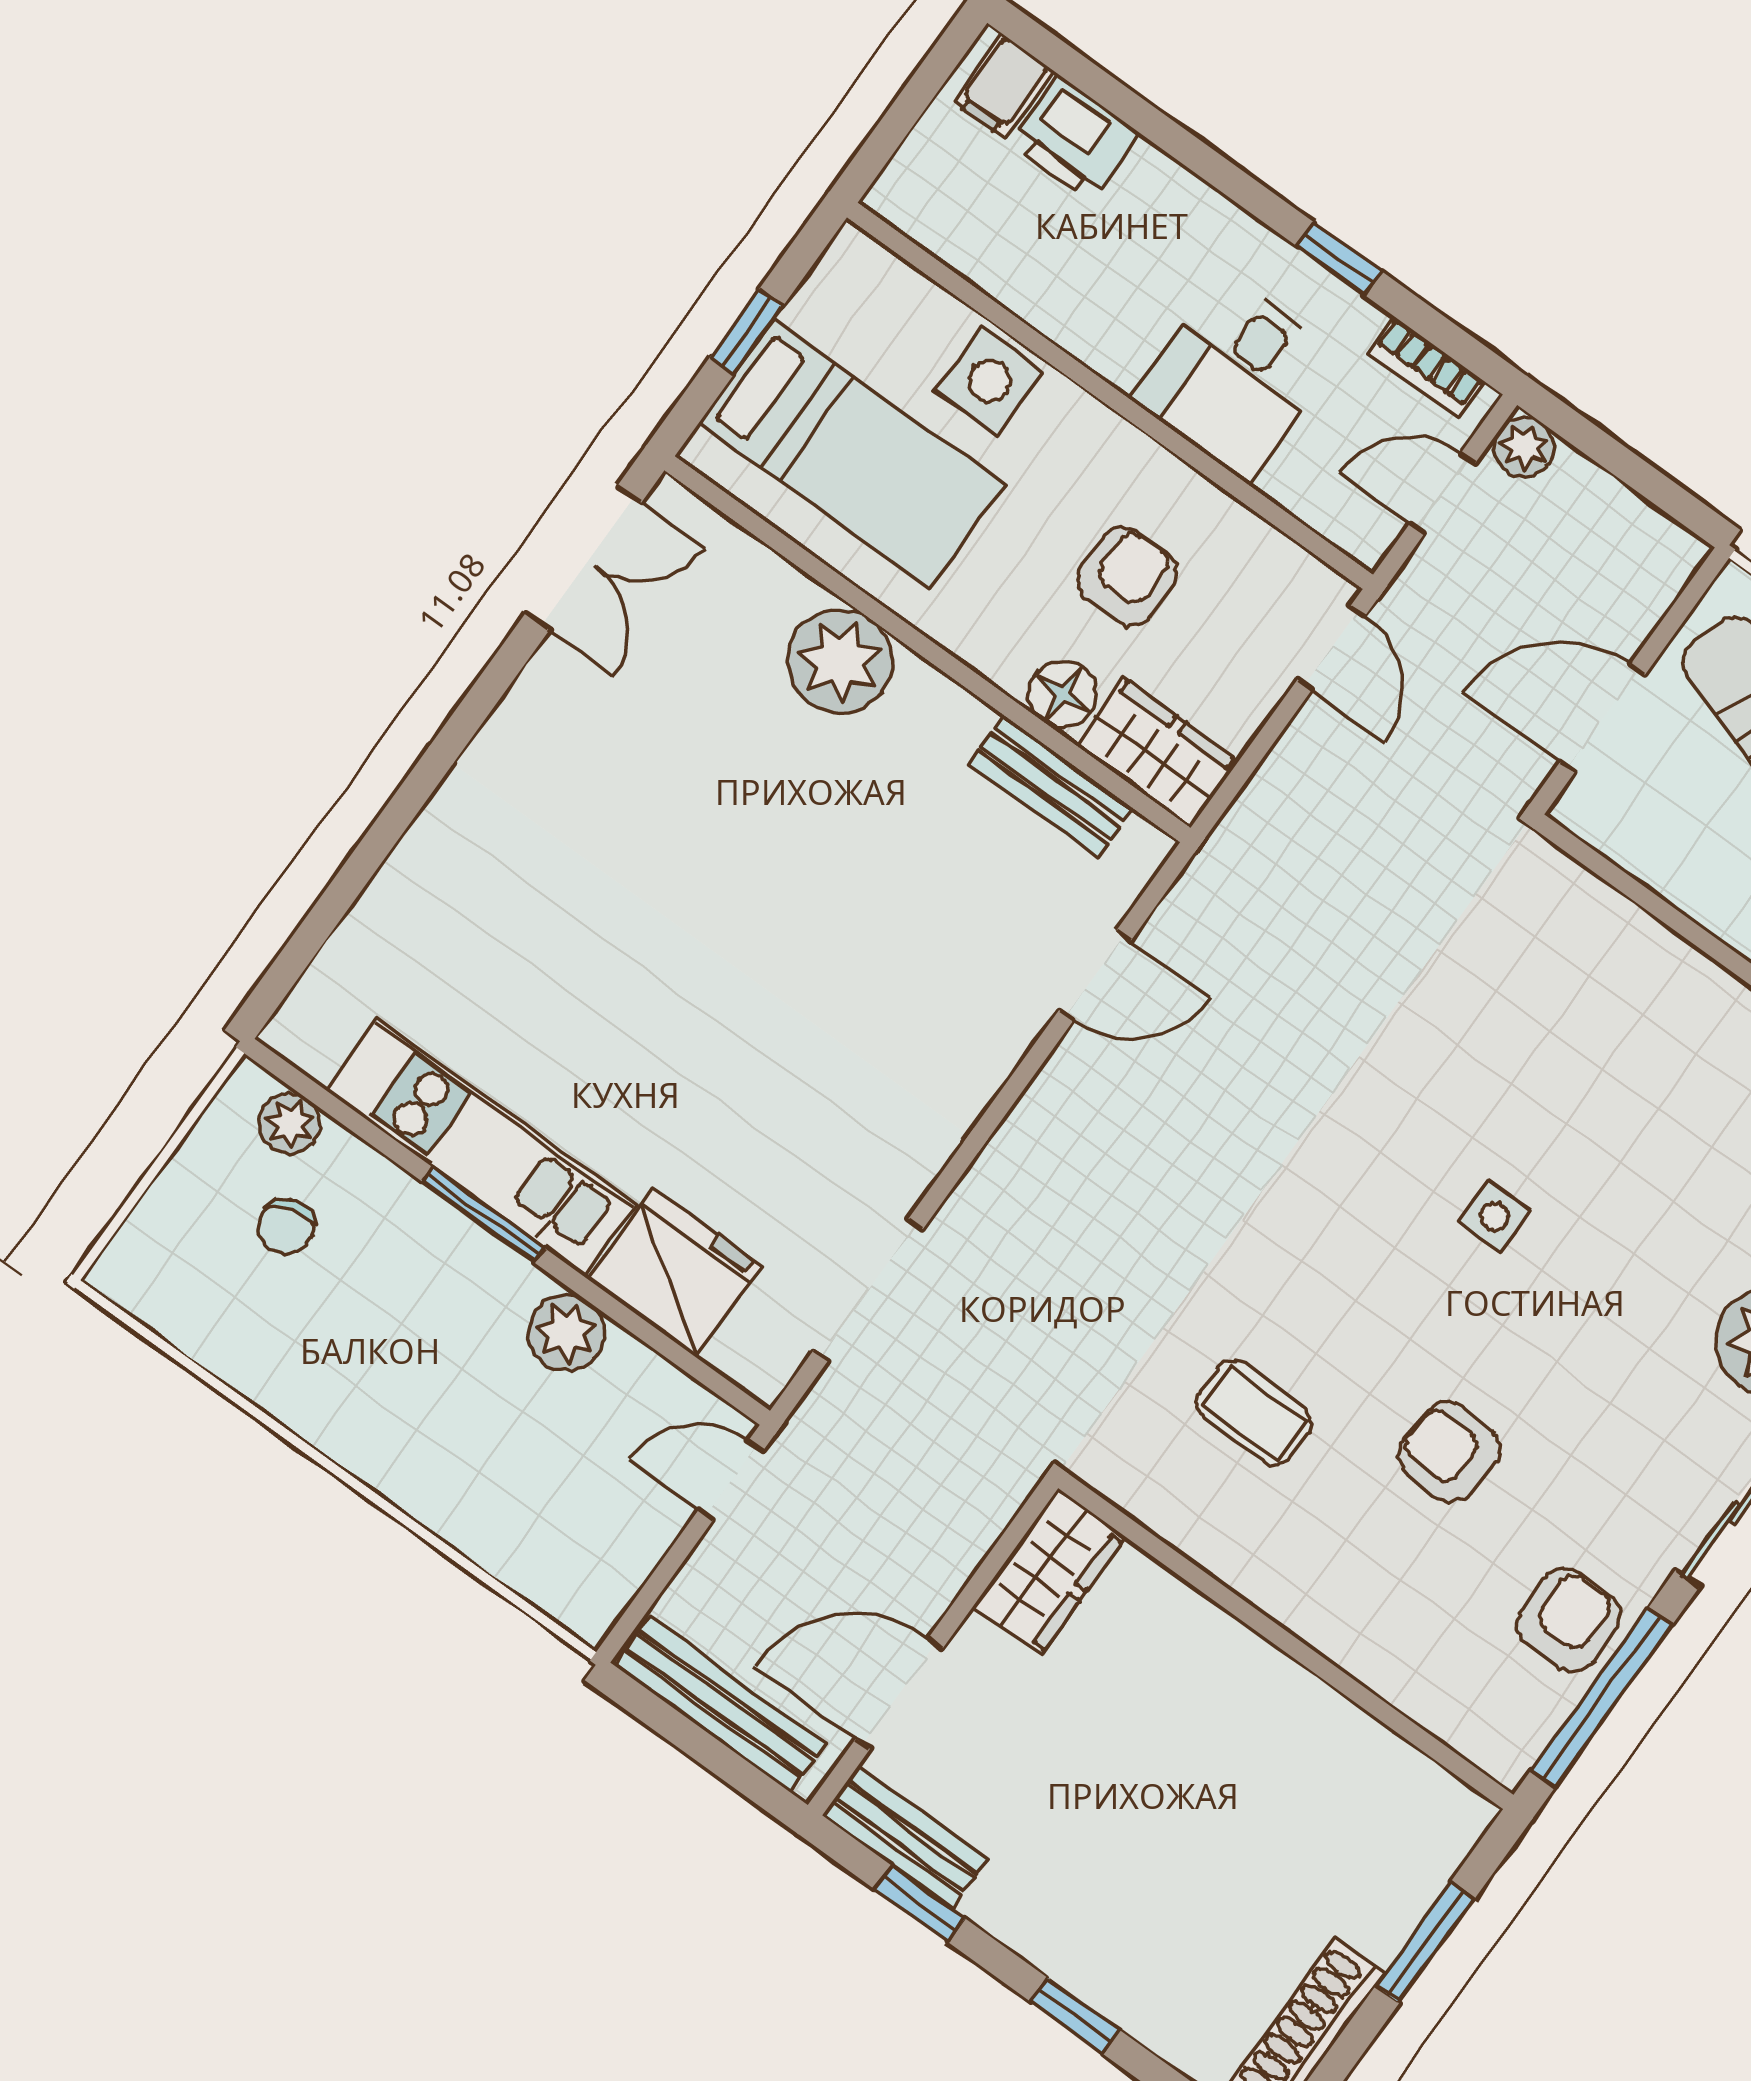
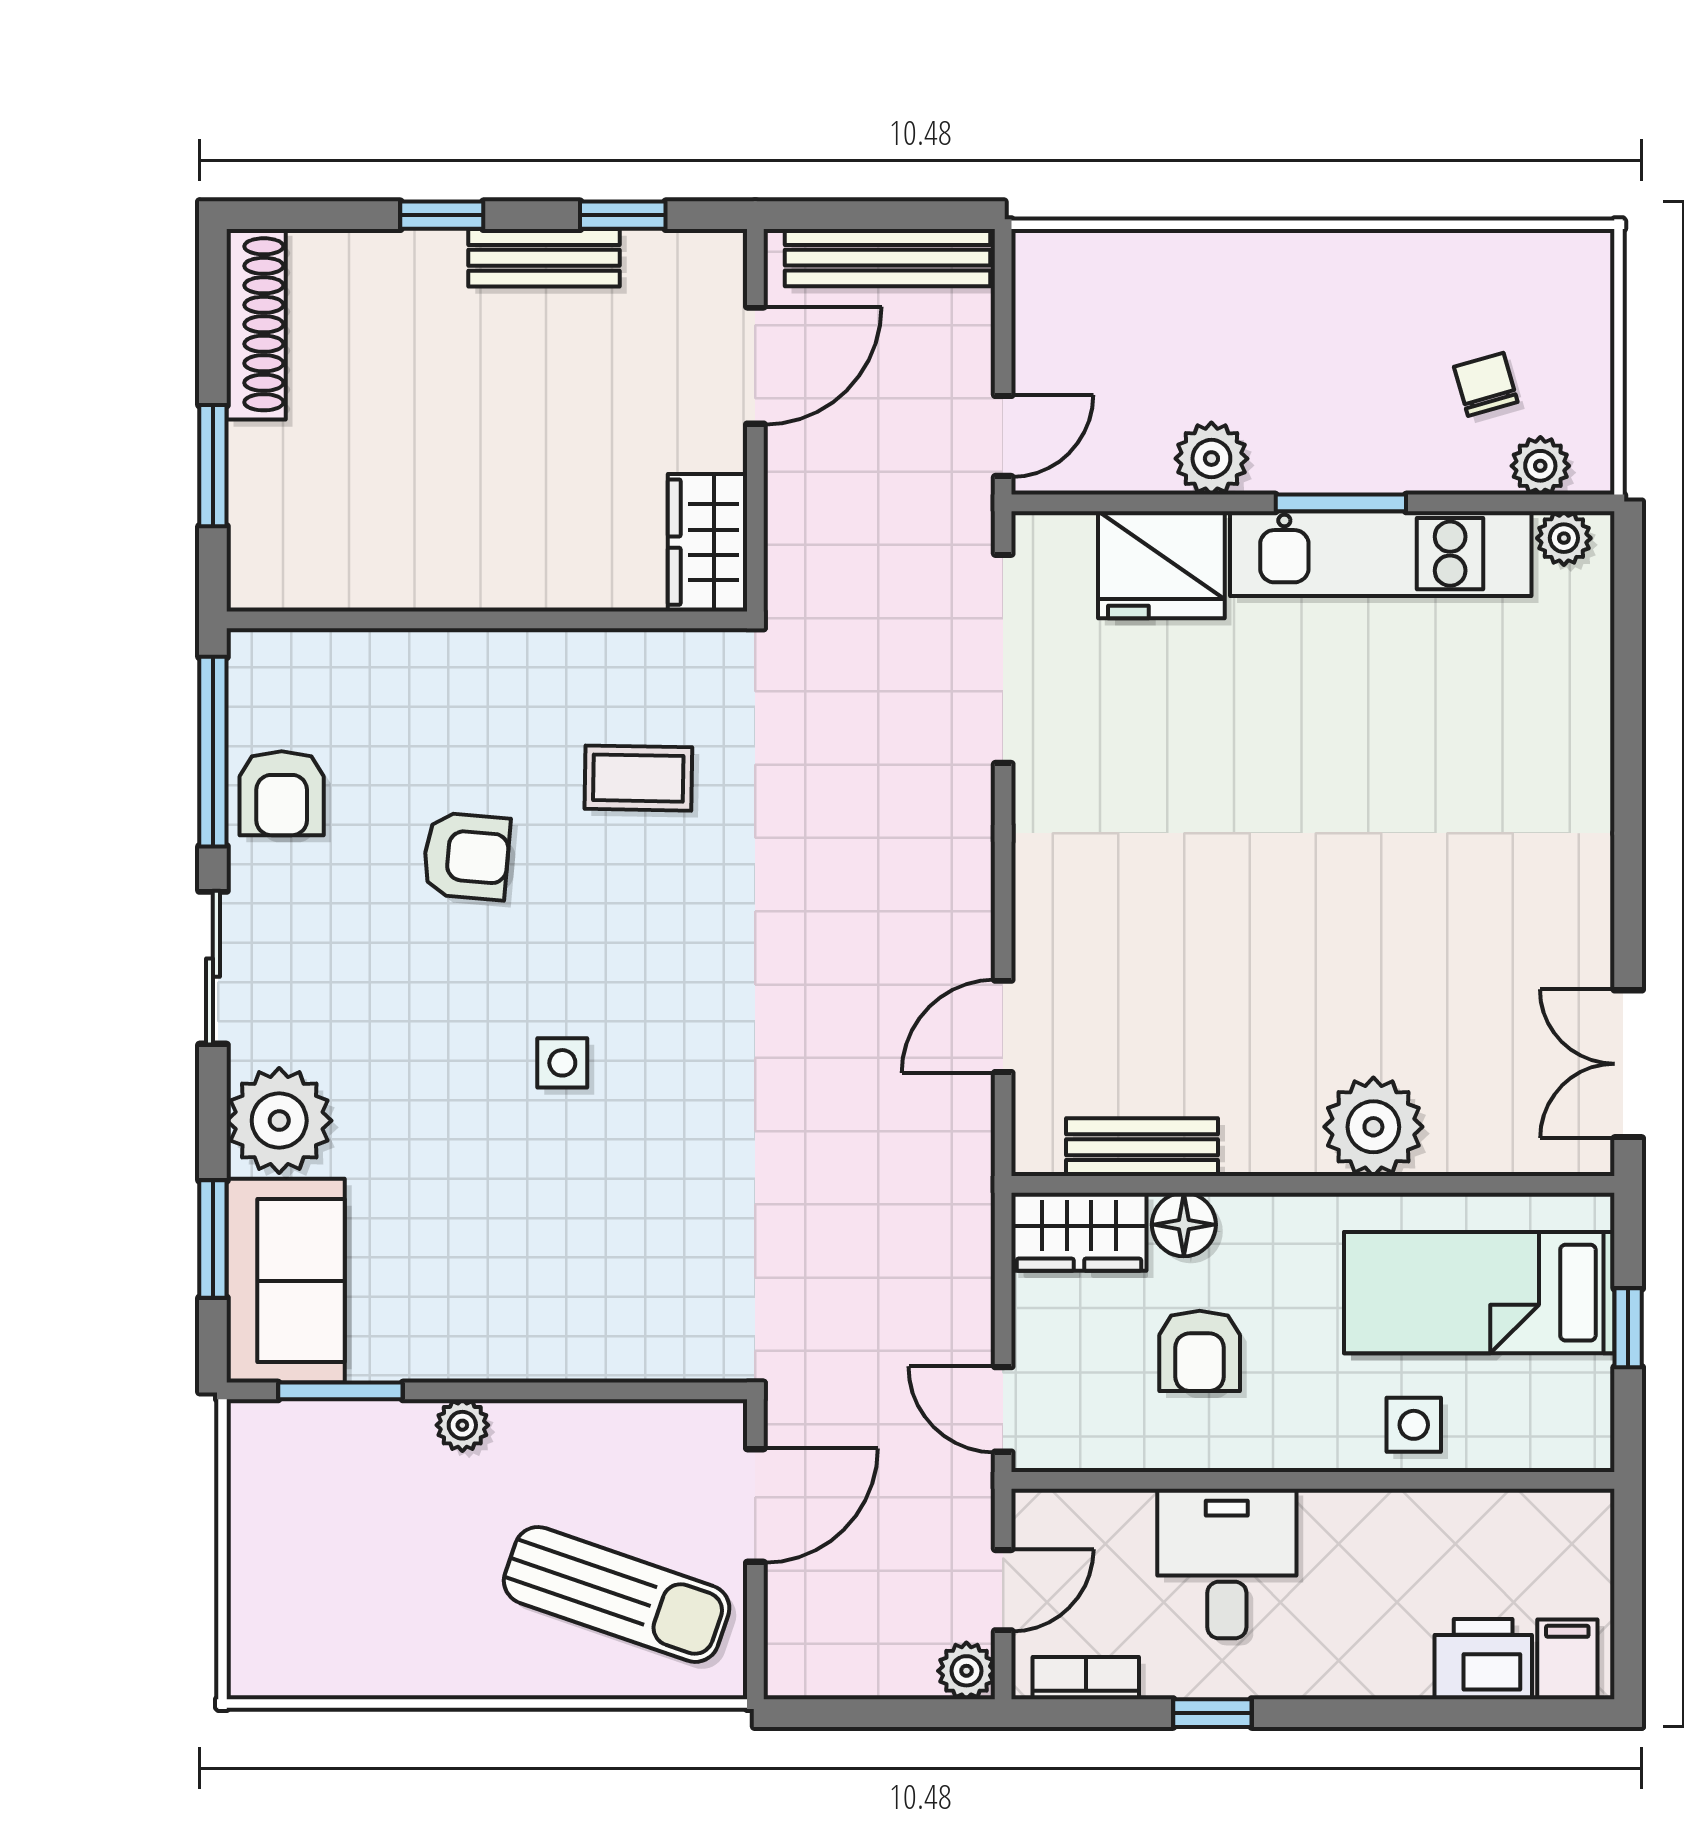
side table: (990, 381) -> (1414, 1425), width x0.73, depth x0.73
plant: (314, 1047) -> (1564, 538), added
doorway: (868, 1290) -> (1003, 659), width x1.36
bench: (905, 1838) -> (544, 258), moved

